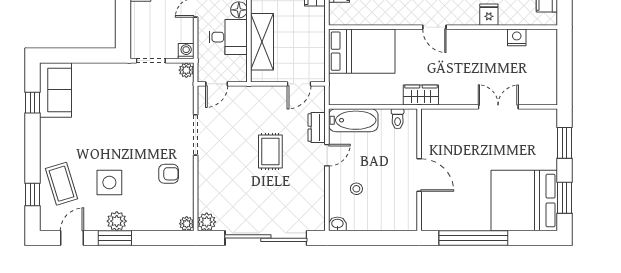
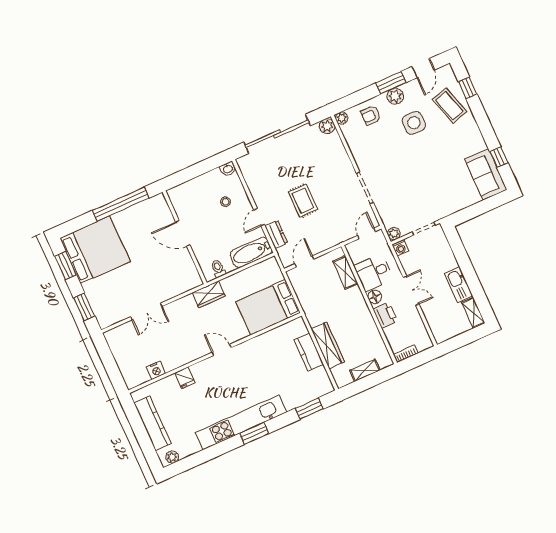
shelving: (262, 42) -> (345, 272), width x0.67, depth x0.75
armchair: (169, 174) -> (371, 115), moved

